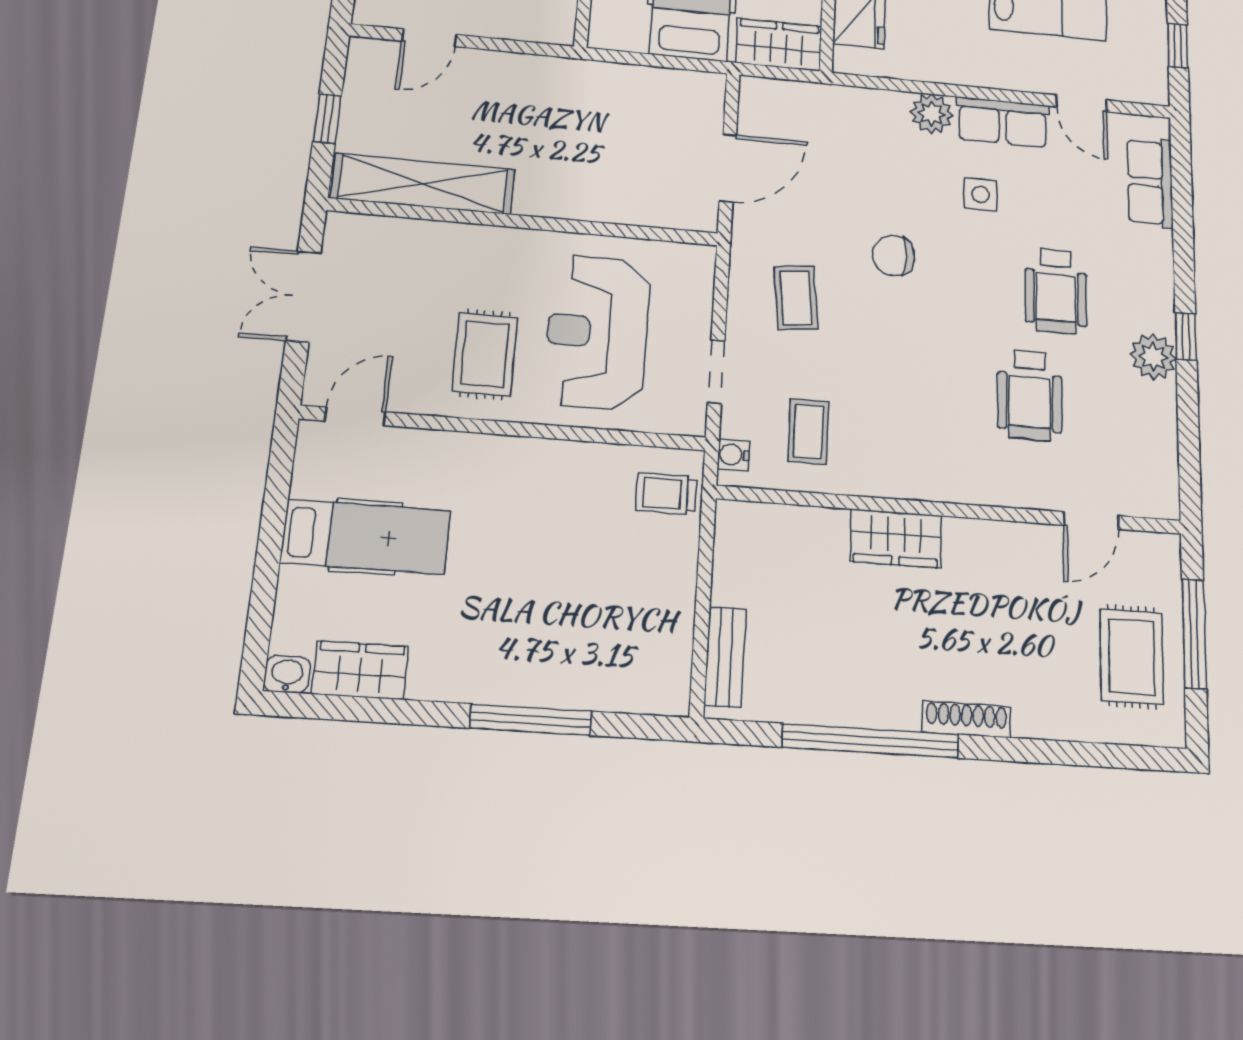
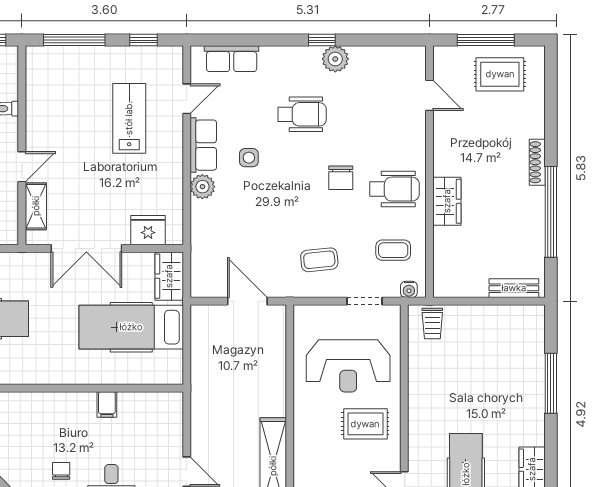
chair: (894, 256) -> (341, 178), moved
wheelchair: (1030, 395) -> (394, 189), moved

